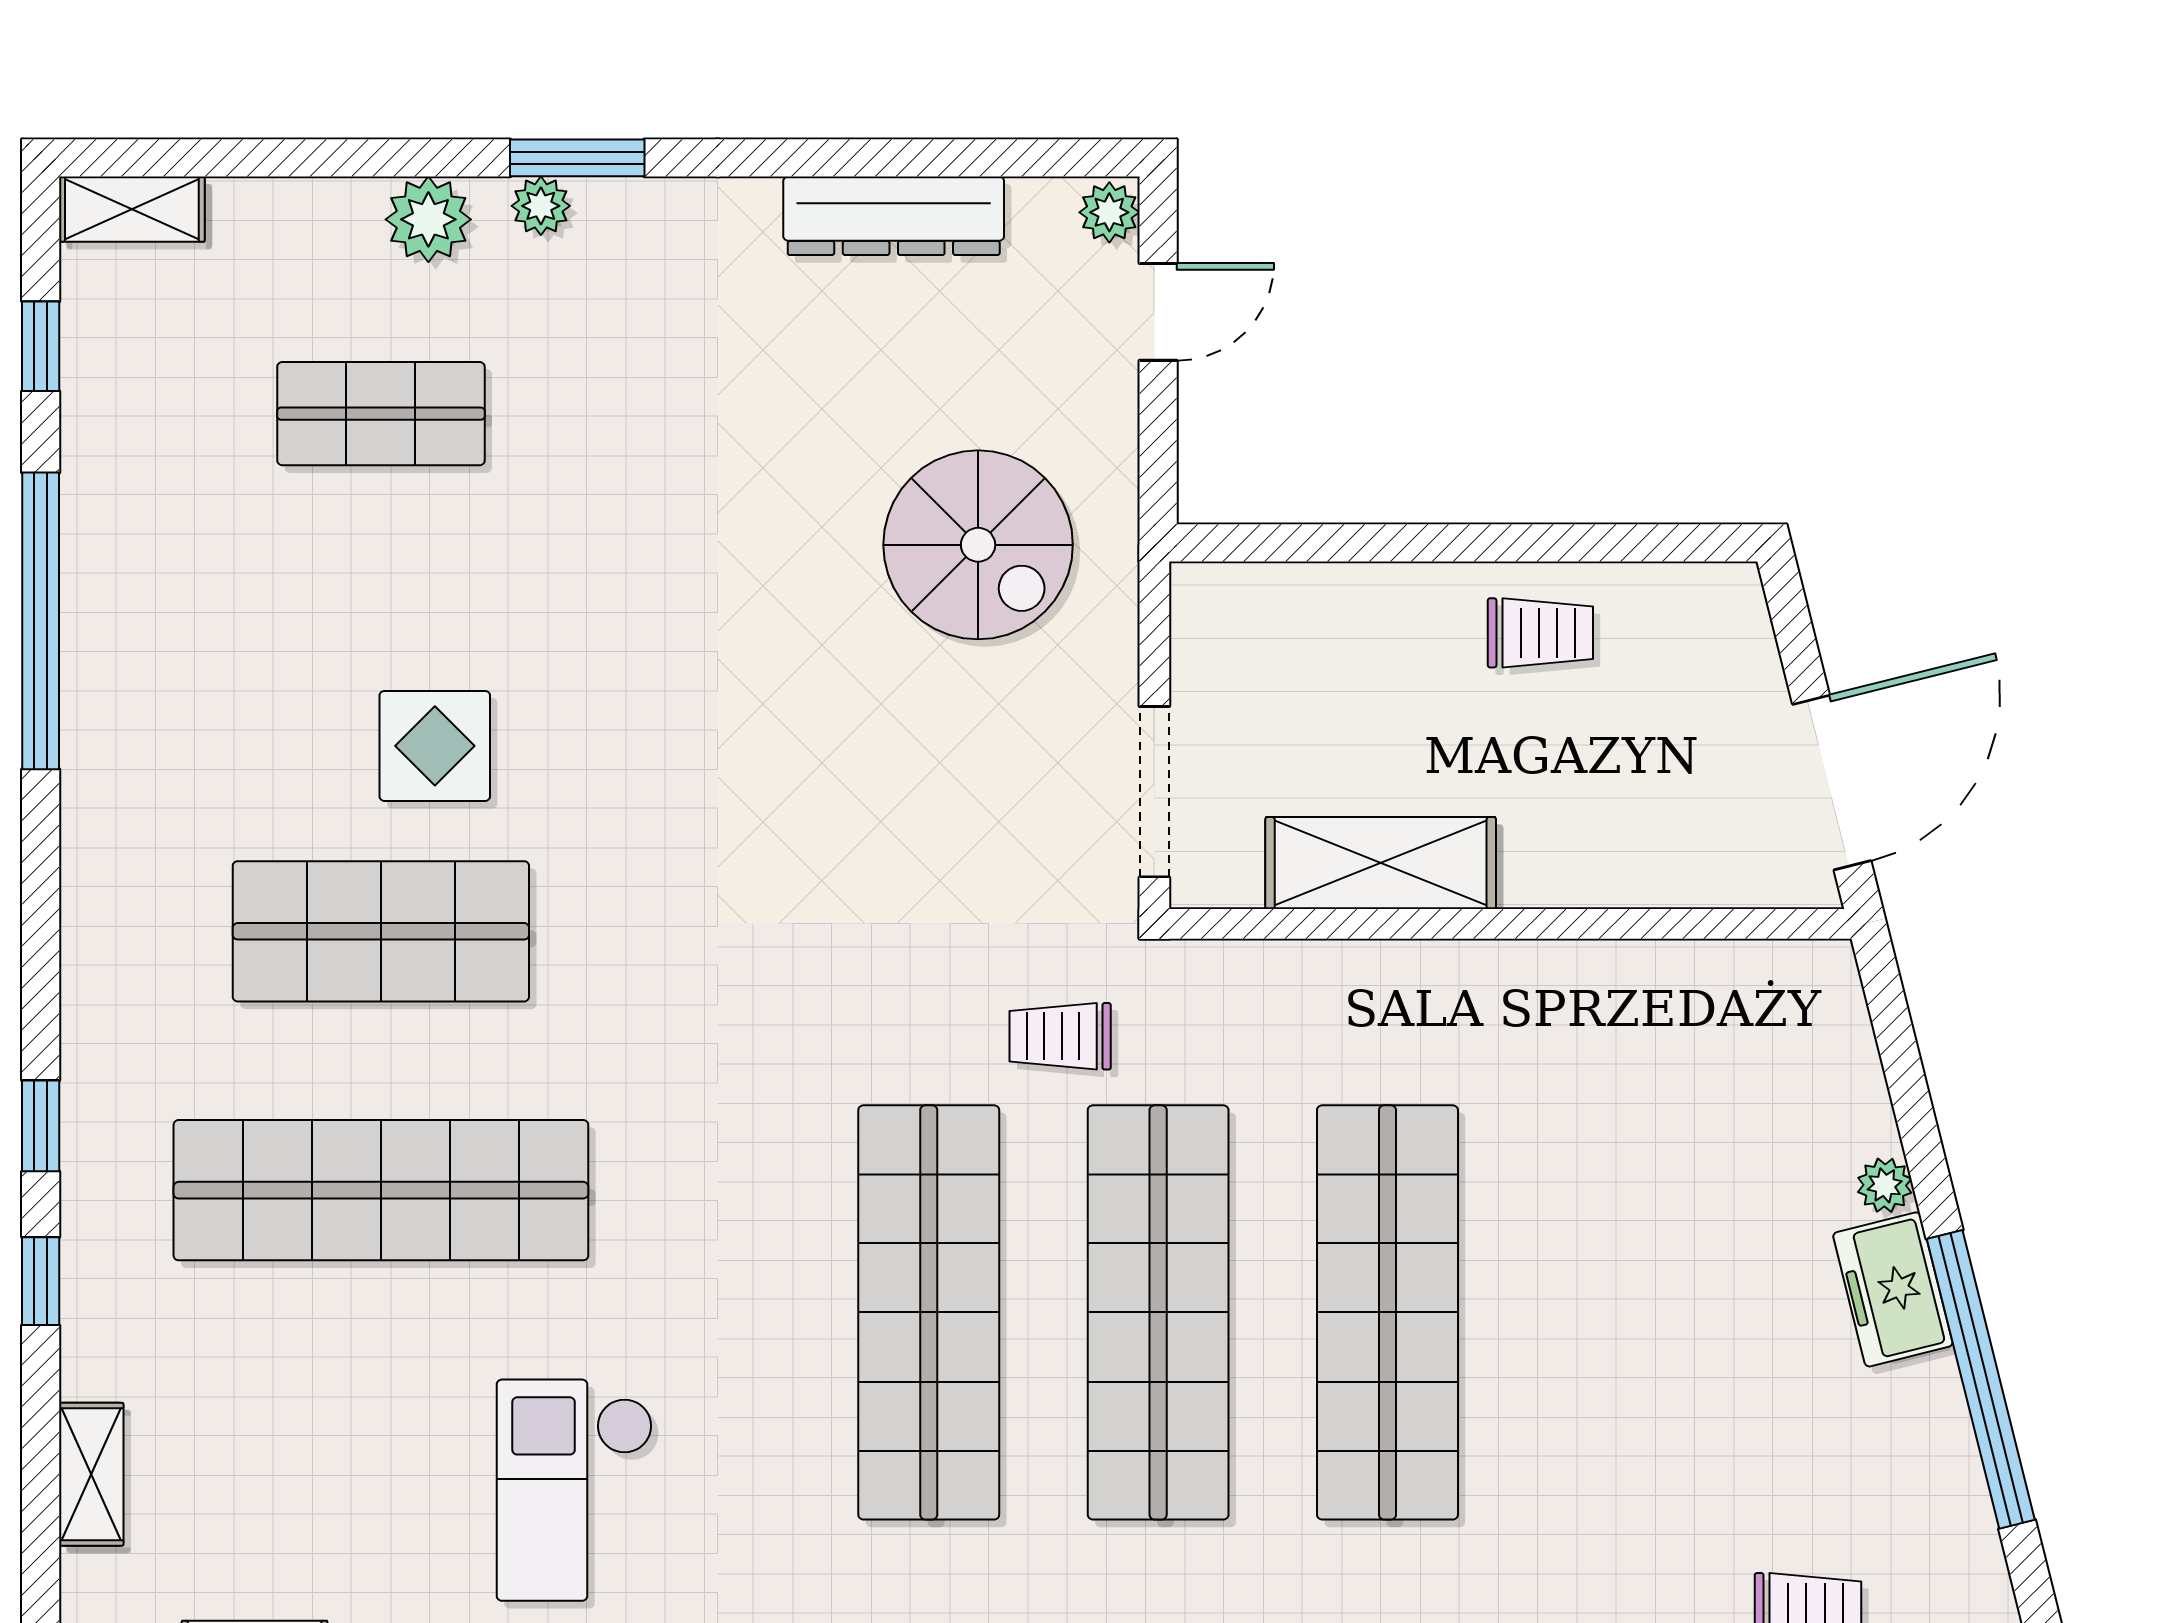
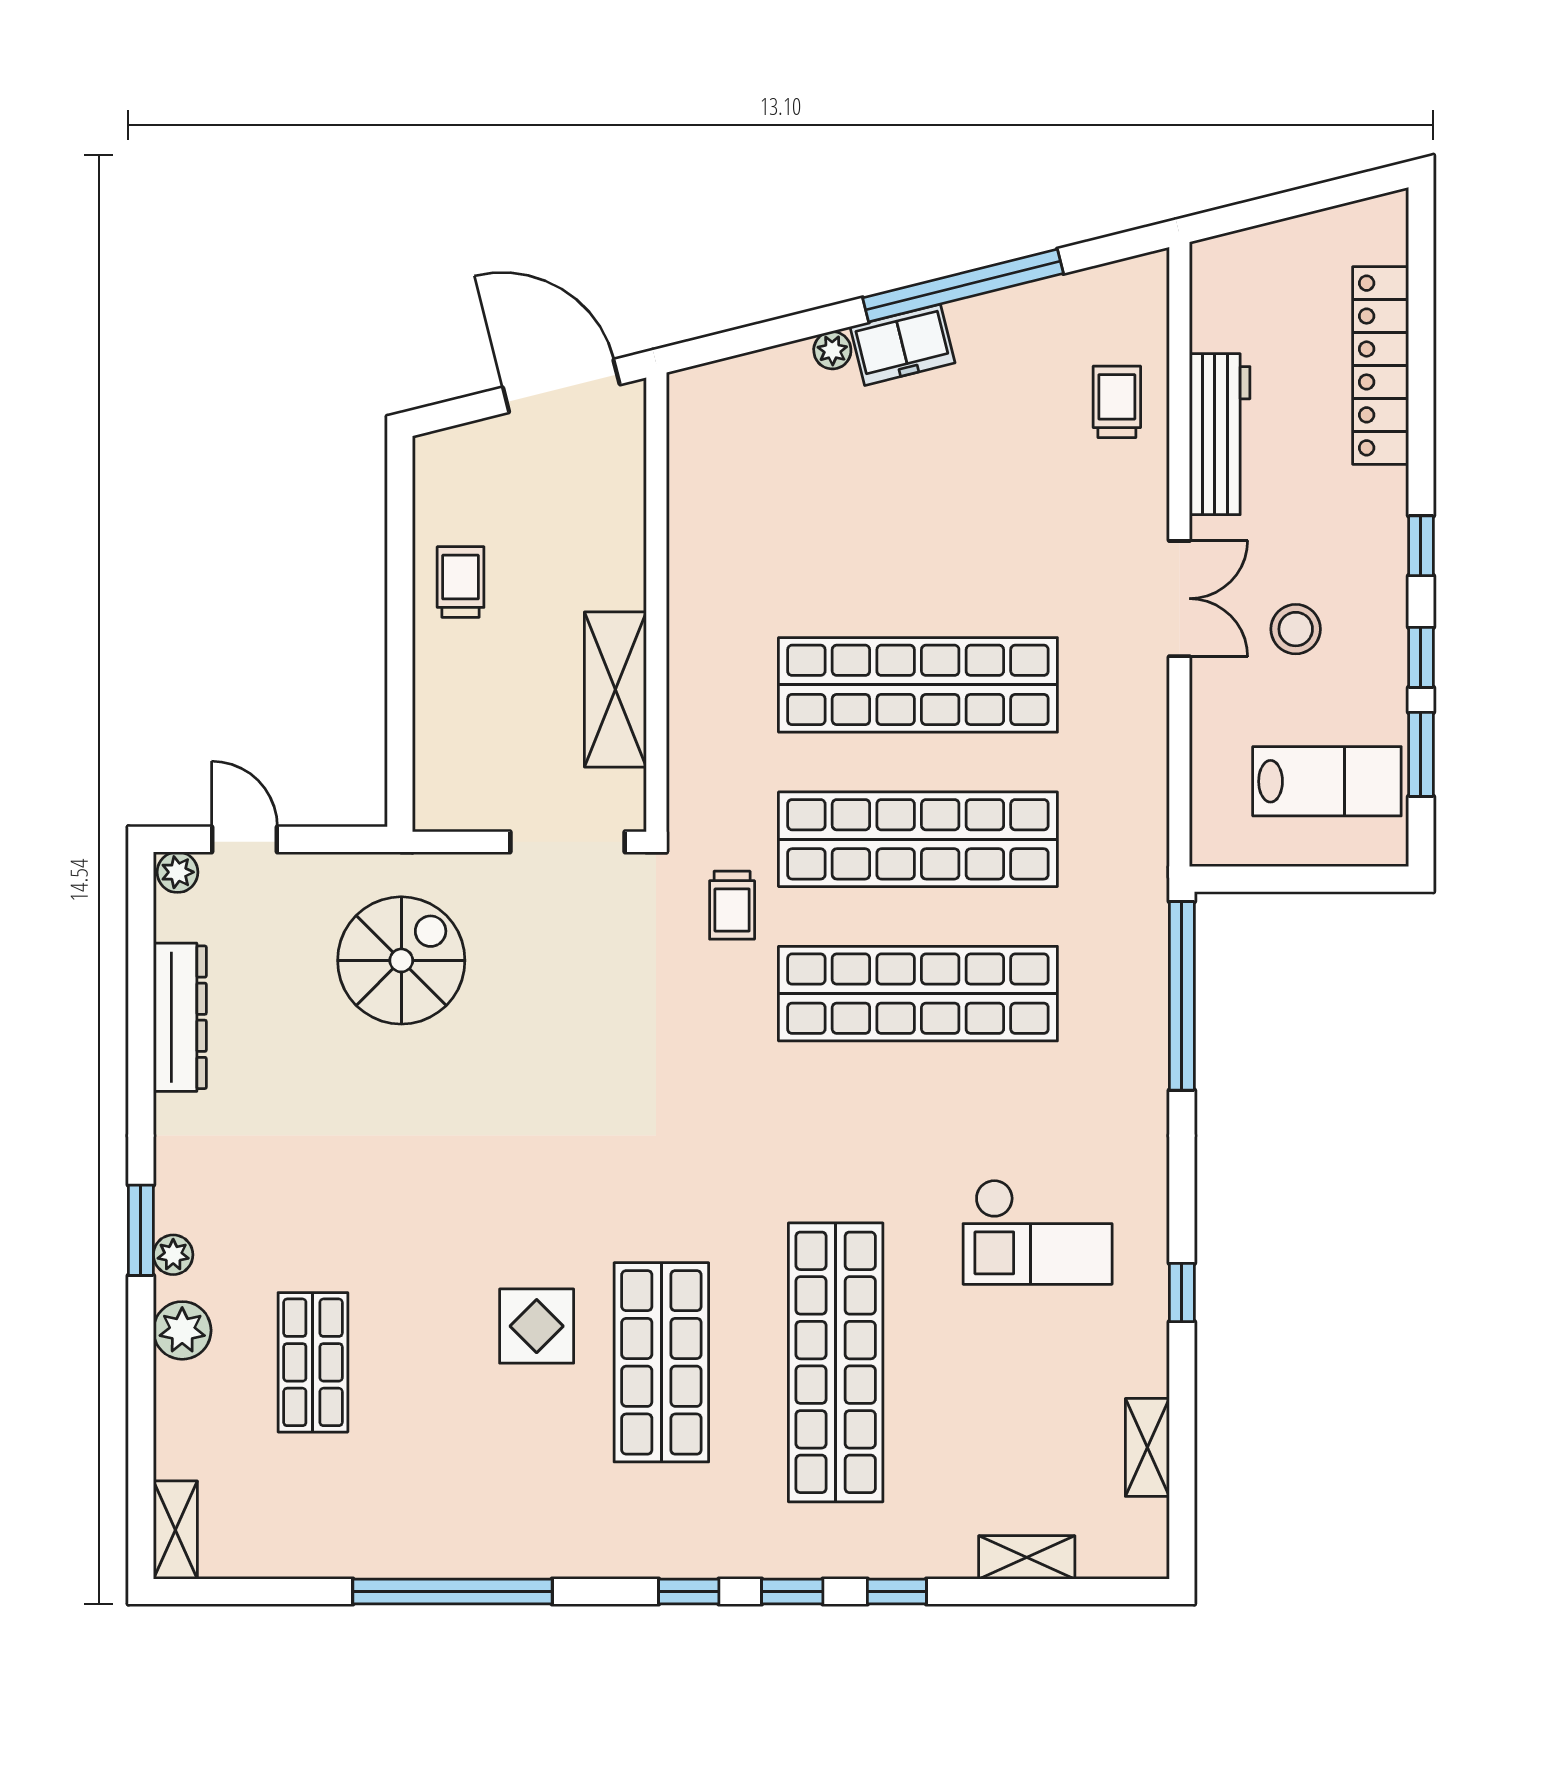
window: (41, 346) -> (689, 1591), moved

